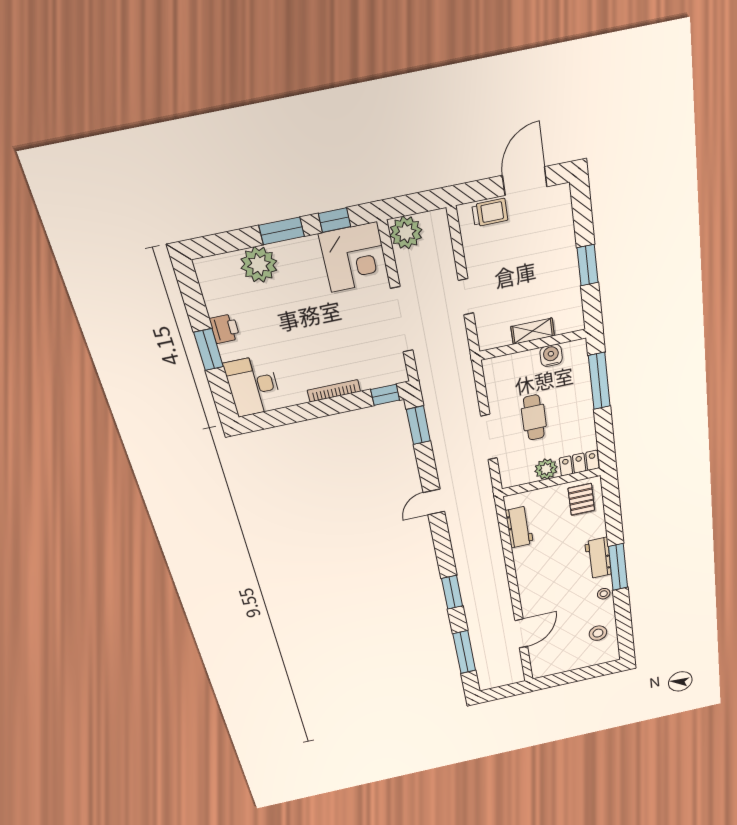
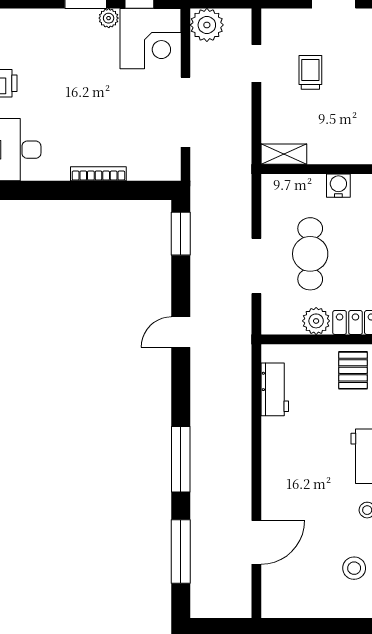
trolley: (490, 213) -> (310, 72), moved, turned -90
plant: (259, 265) -> (109, 18), moved, width x0.53, depth x0.53
doorway: (466, 297) -> (256, 63), moved
shelving: (533, 331) -> (284, 154), moved
window: (385, 395) -> (152, 190), removed
cafe table: (534, 417) -> (310, 254), width x1.37, depth x1.35
window: (452, 592) -> (181, 459), width x1.44

